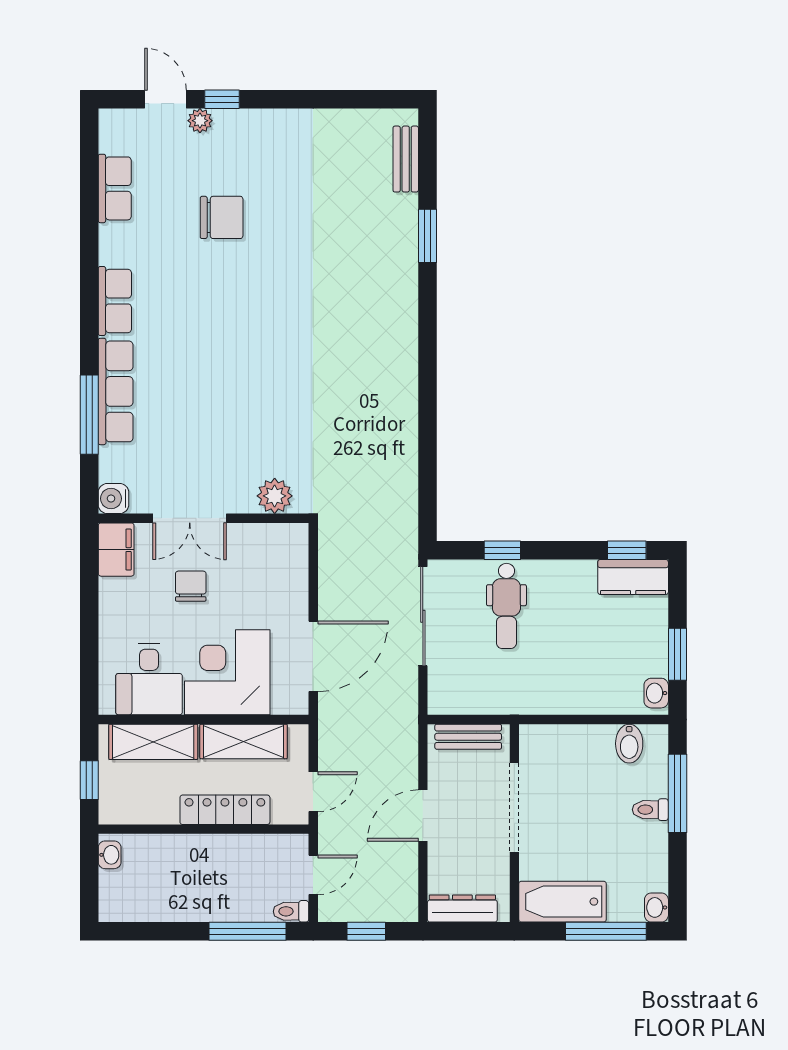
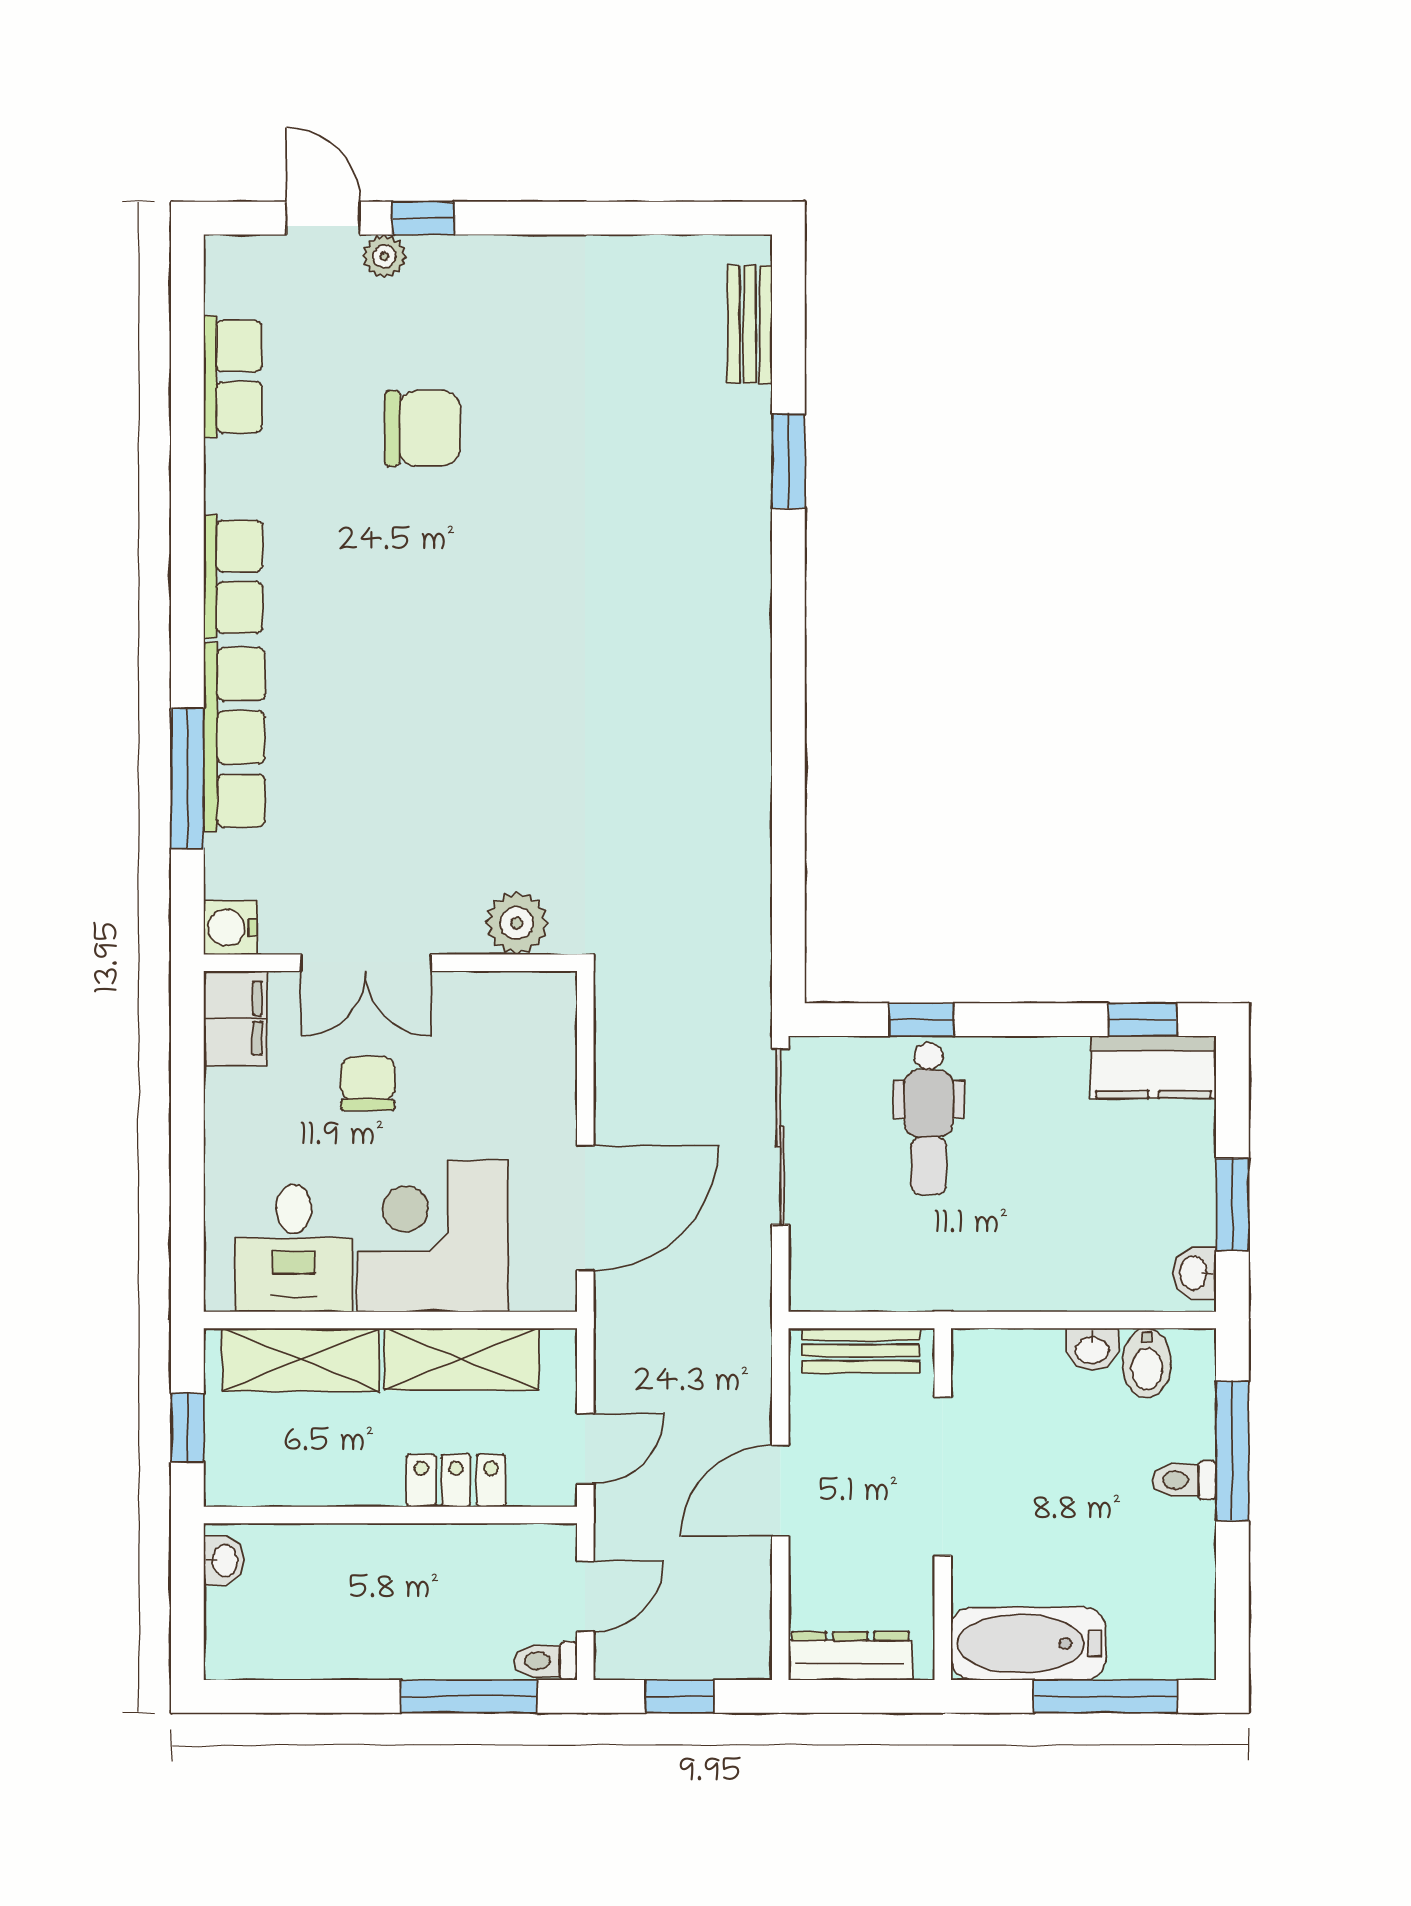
locker: (225, 810) -> (456, 1480), width x0.66
washbasin: (656, 907) -> (1092, 1349), moved, turned -90

